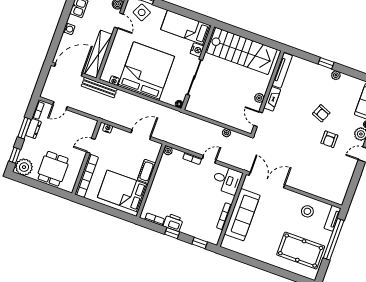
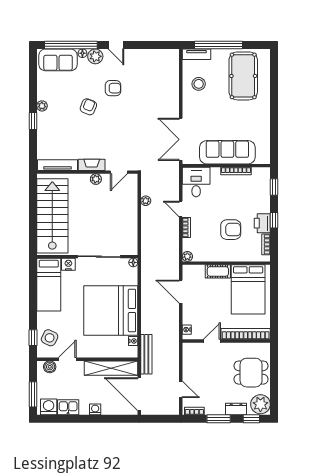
dresser: (33, 129) -> (236, 409), moved
door: (91, 146) -> (212, 341), swing flipped
armchair: (177, 194) -> (231, 230), added

